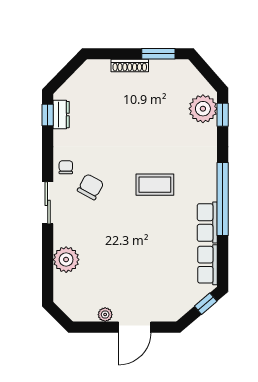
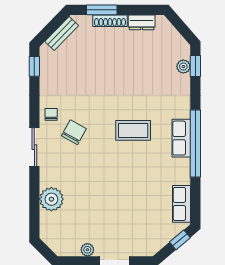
window: (158, 54) -> (102, 10), moved
bench: (77, 79) -> (62, 34), added
plant: (203, 109) -> (183, 67), width x0.53, depth x0.53
dresser: (61, 115) -> (142, 22), moved, turned 90
row of seats: (207, 222) -> (181, 138), moved

